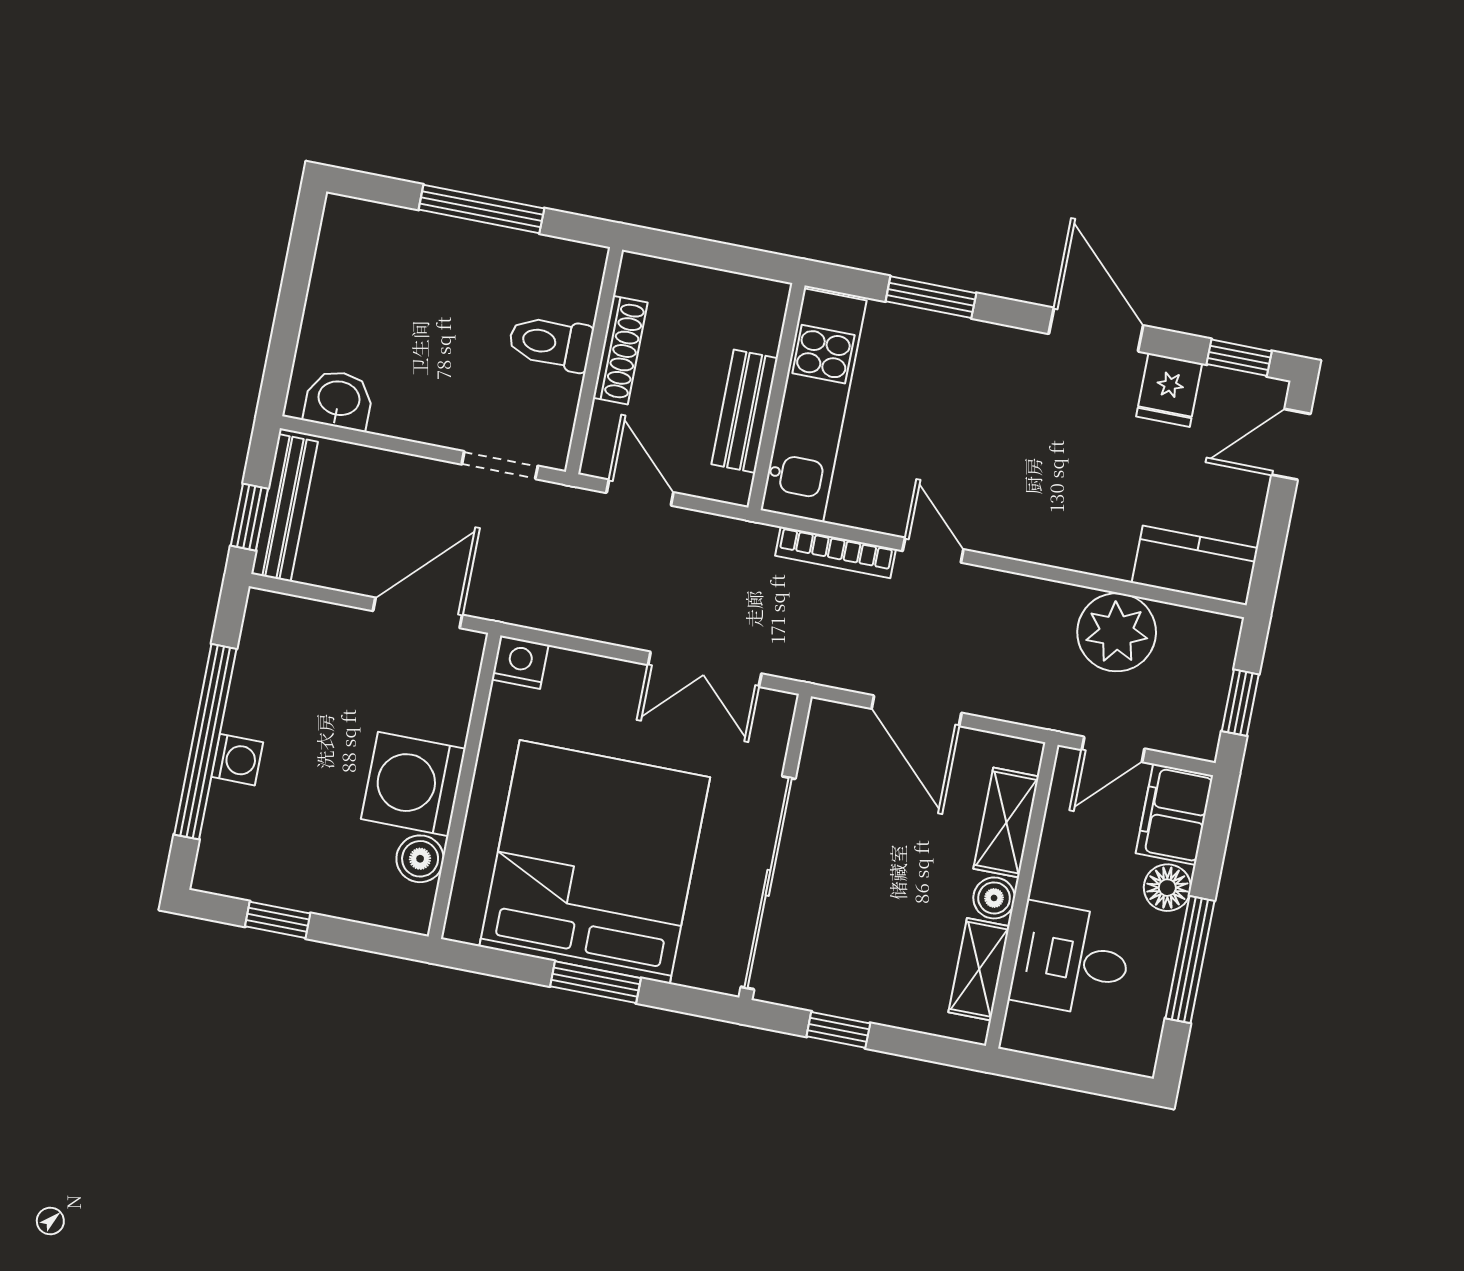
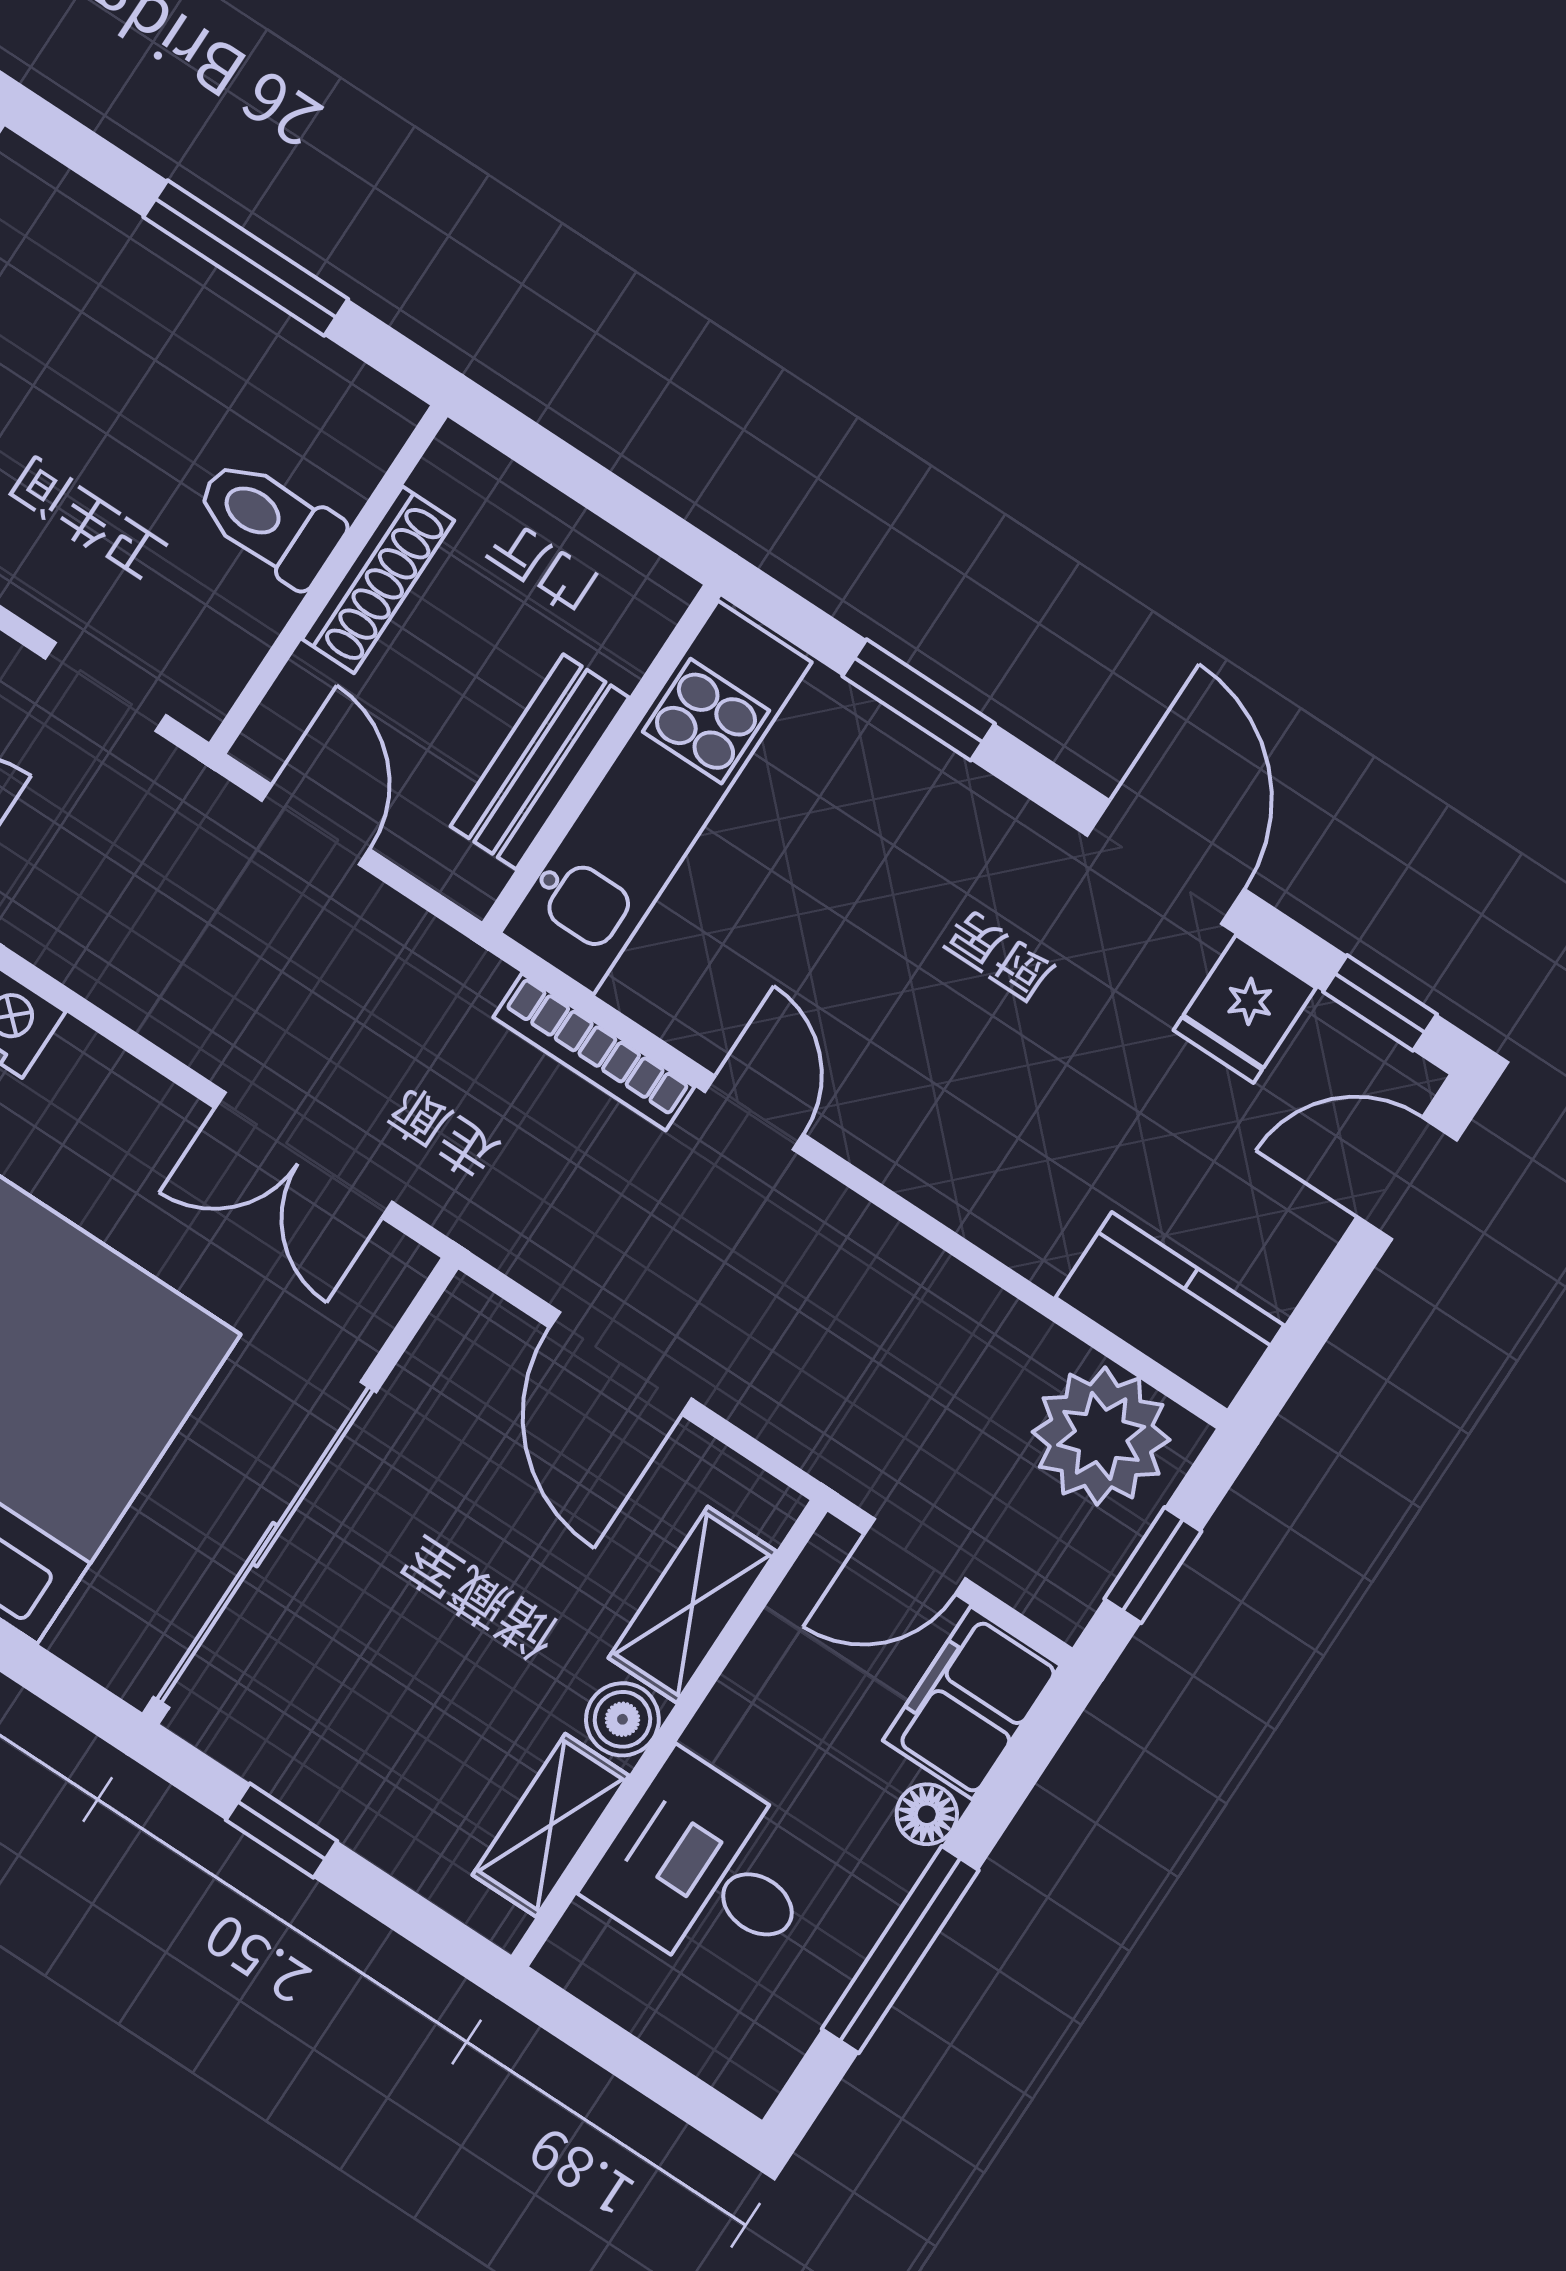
plant: (1117, 632) -> (1101, 1436), moved
floor lamp: (1167, 888) -> (927, 1814), width x0.73, depth x0.73

